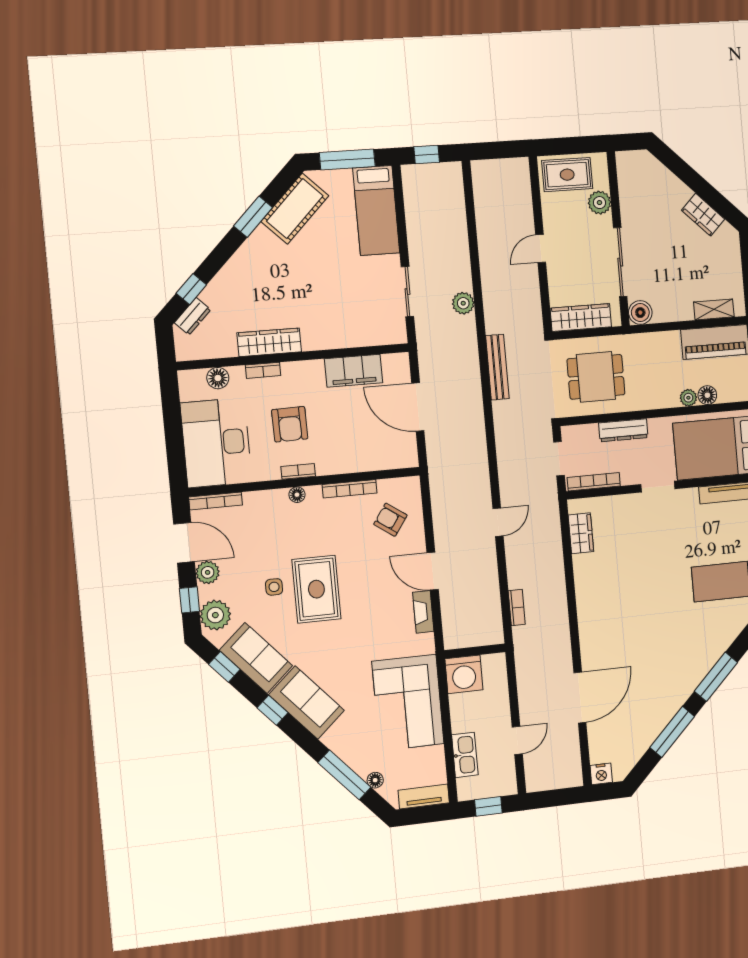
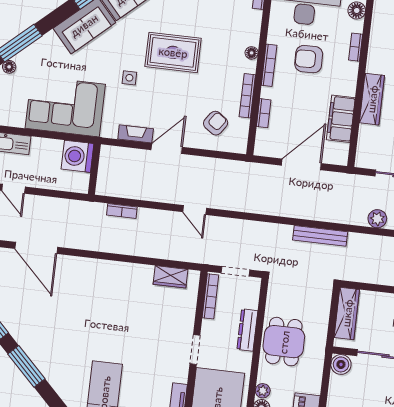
wardrobe: (269, 342) -> (372, 99), moved
dining table: (596, 377) -> (284, 342), moved
bookcase: (366, 465) -> (264, 113), added
bookcase: (298, 471) -> (269, 65), width x1.56
side table: (274, 587) -> (129, 78), moved

